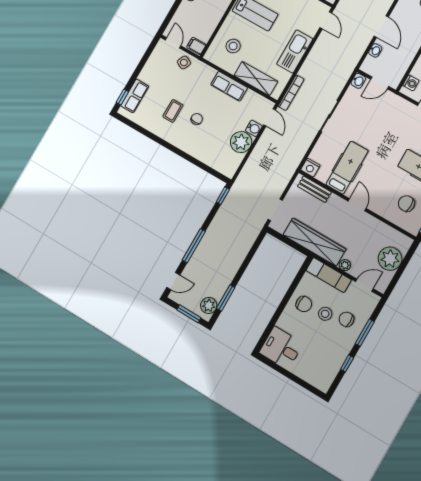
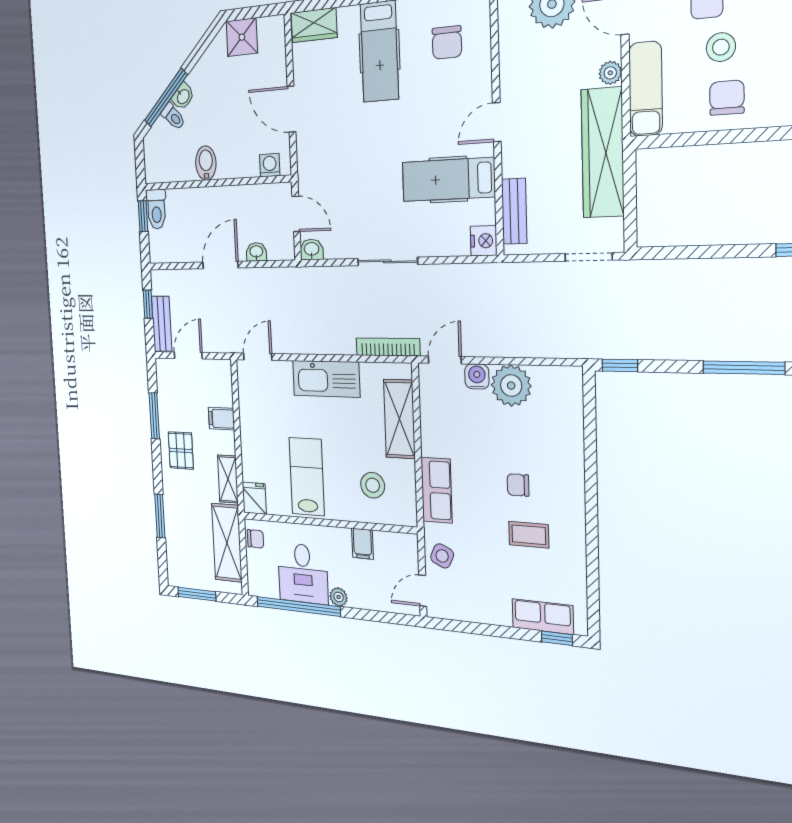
filing cabinet: (196, 46) -> (362, 544), moved
row of seats: (229, 86) -> (437, 490), moved

